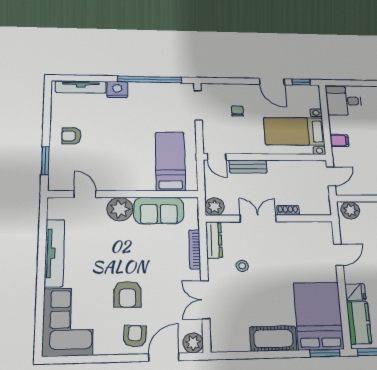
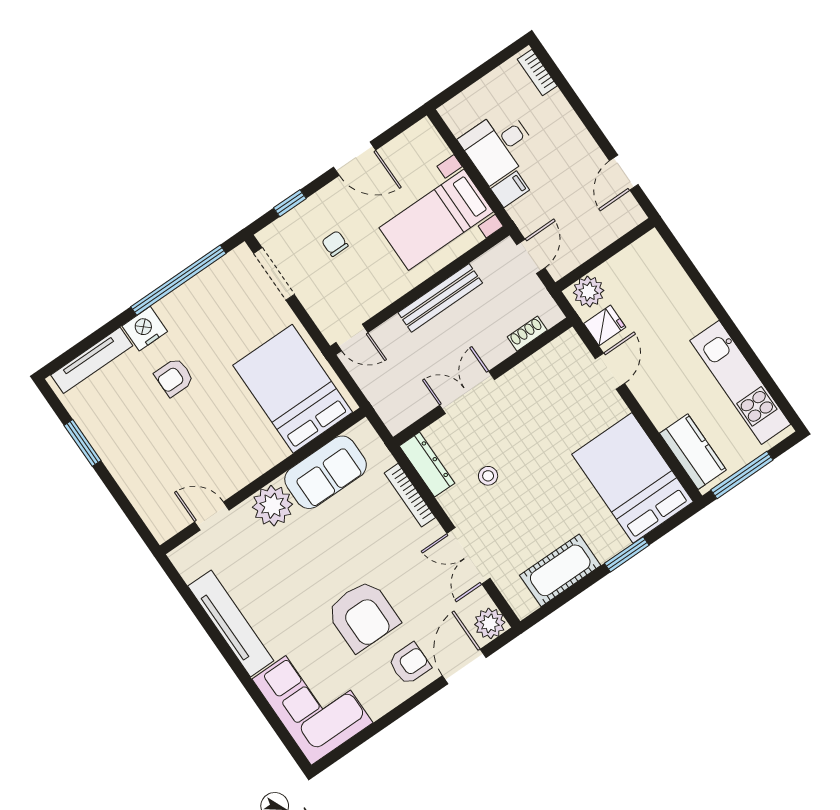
window: (301, 82) -> (290, 203), moved
desk: (344, 101) -> (498, 146), moved
armchair: (71, 136) -> (174, 377), moved
window: (45, 161) -> (82, 443), moved
bed: (170, 161) -> (293, 389), width x1.50
bench: (248, 167) -> (440, 298), moved, width x1.36
plant: (215, 207) -> (397, 415), removed
shoe rack: (288, 210) -> (527, 334), moved
fridge: (355, 292) -> (605, 325), moved
armchair: (127, 294) -> (363, 616), width x1.36, depth x1.36
armchair: (135, 336) -> (410, 664), turned 86
cot: (273, 339) -> (560, 570), moved
window: (325, 353) -> (627, 554), moved

